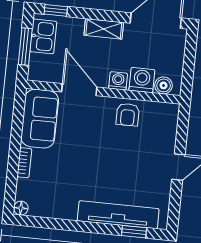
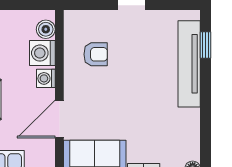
armchair: (128, 115) -> (96, 54), moved

